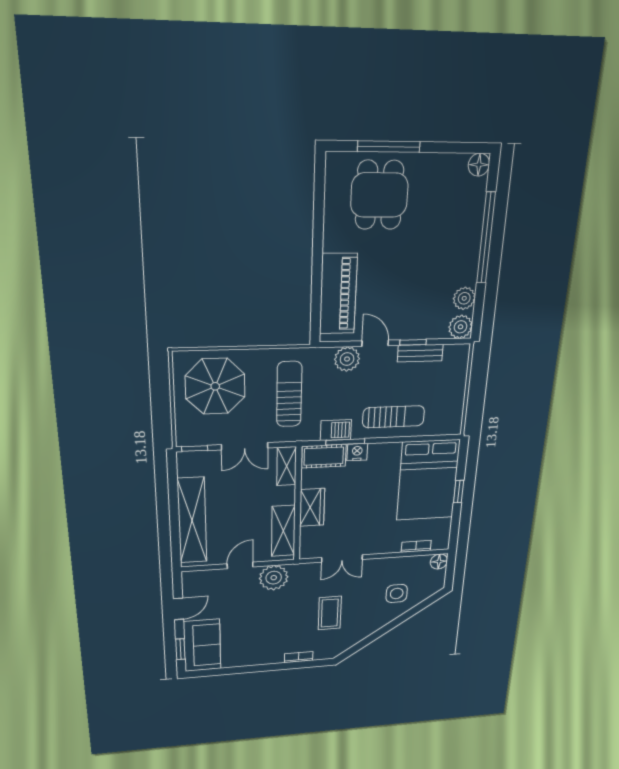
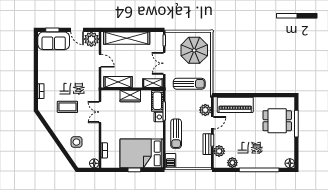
plant: (461, 327) -> (219, 151), moved
barbecue: (336, 430) -> (171, 161), moved
plant: (274, 578) -> (91, 39), moved

